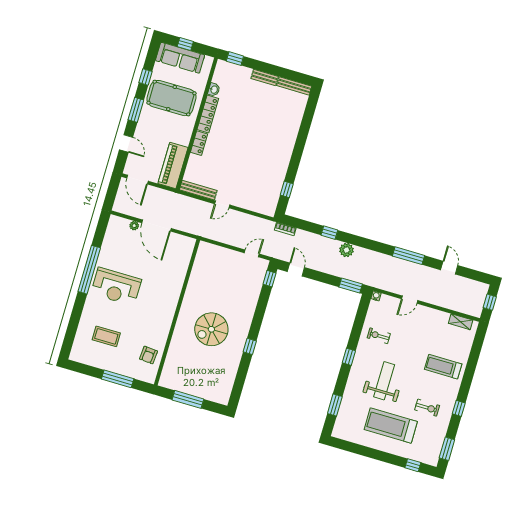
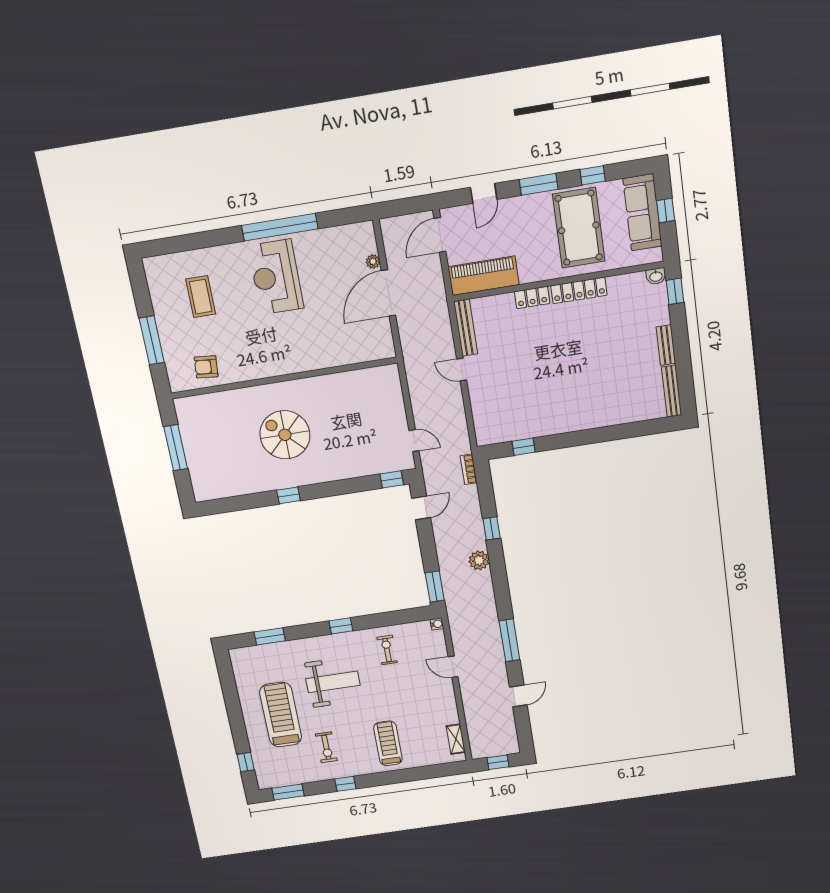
washbasin: (214, 90) -> (656, 276), moved

